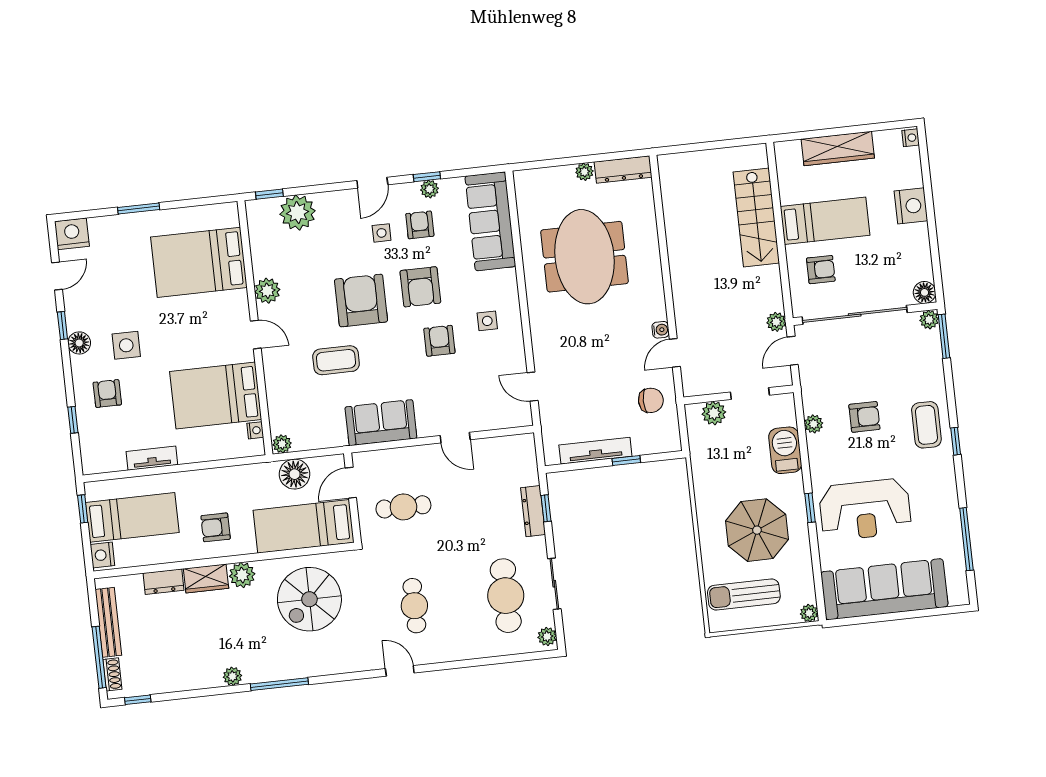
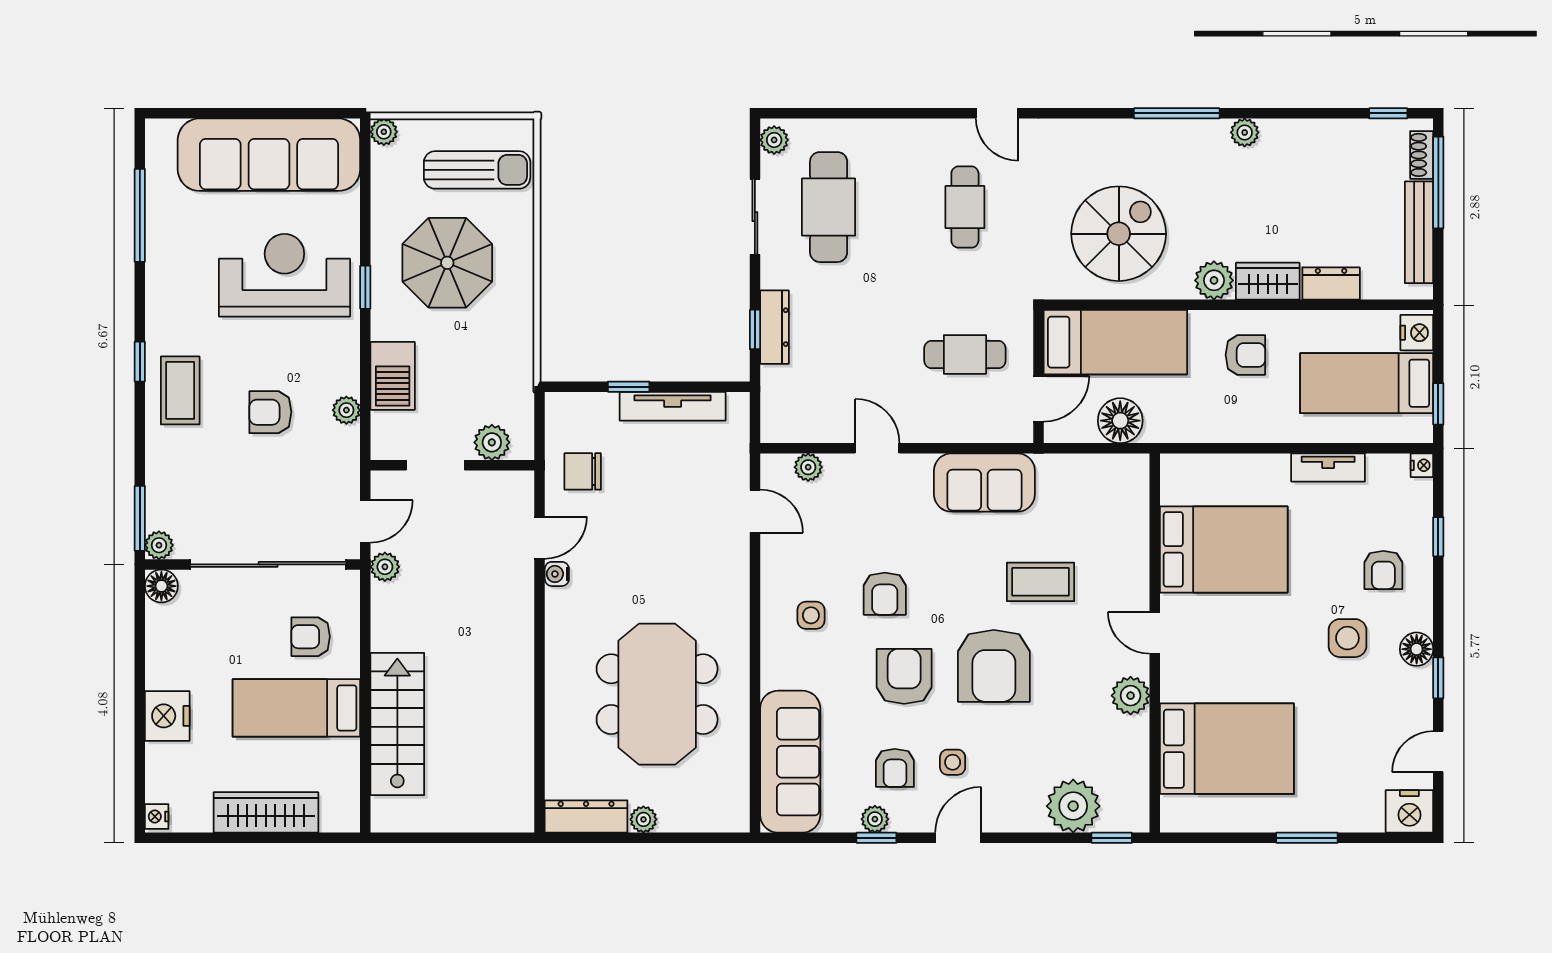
nightstand: (255, 430) -> (1422, 465), moved, turned 180
plant: (282, 444) -> (808, 467), moved

